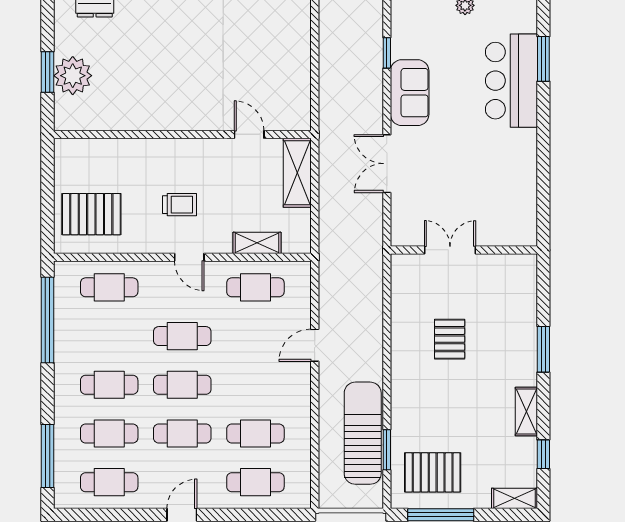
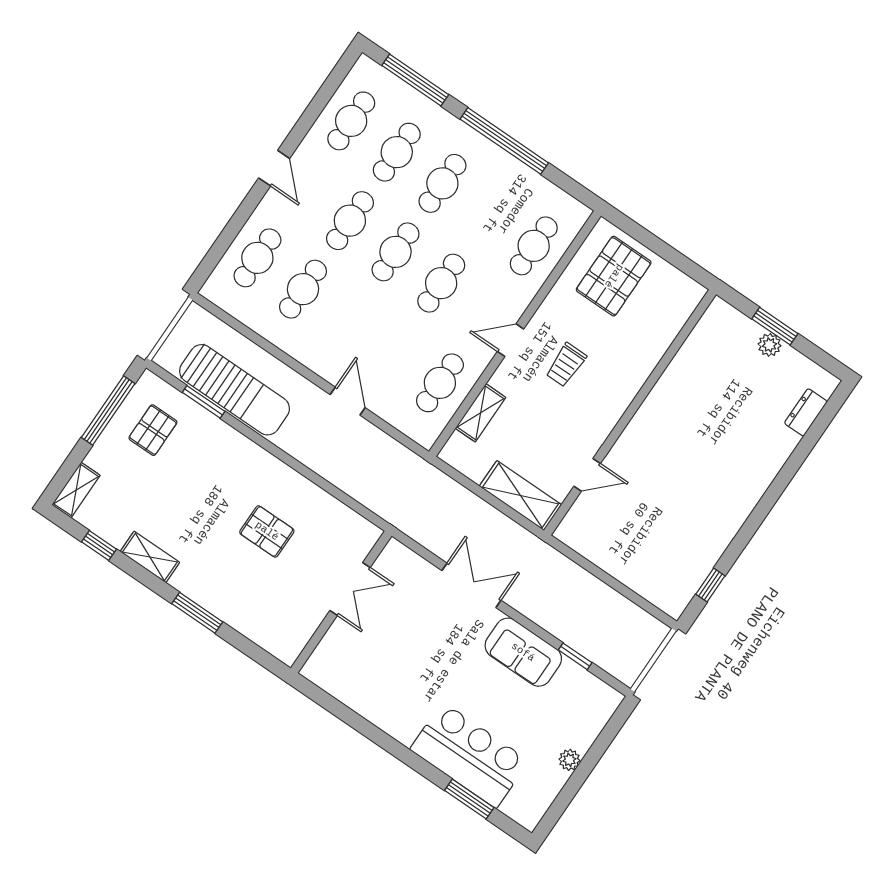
plant: (73, 76) -> (769, 345), width x0.53, depth x0.53
window: (47, 320) -> (504, 141), moved
pallet: (433, 472) -> (153, 430), width x0.67, depth x0.71

